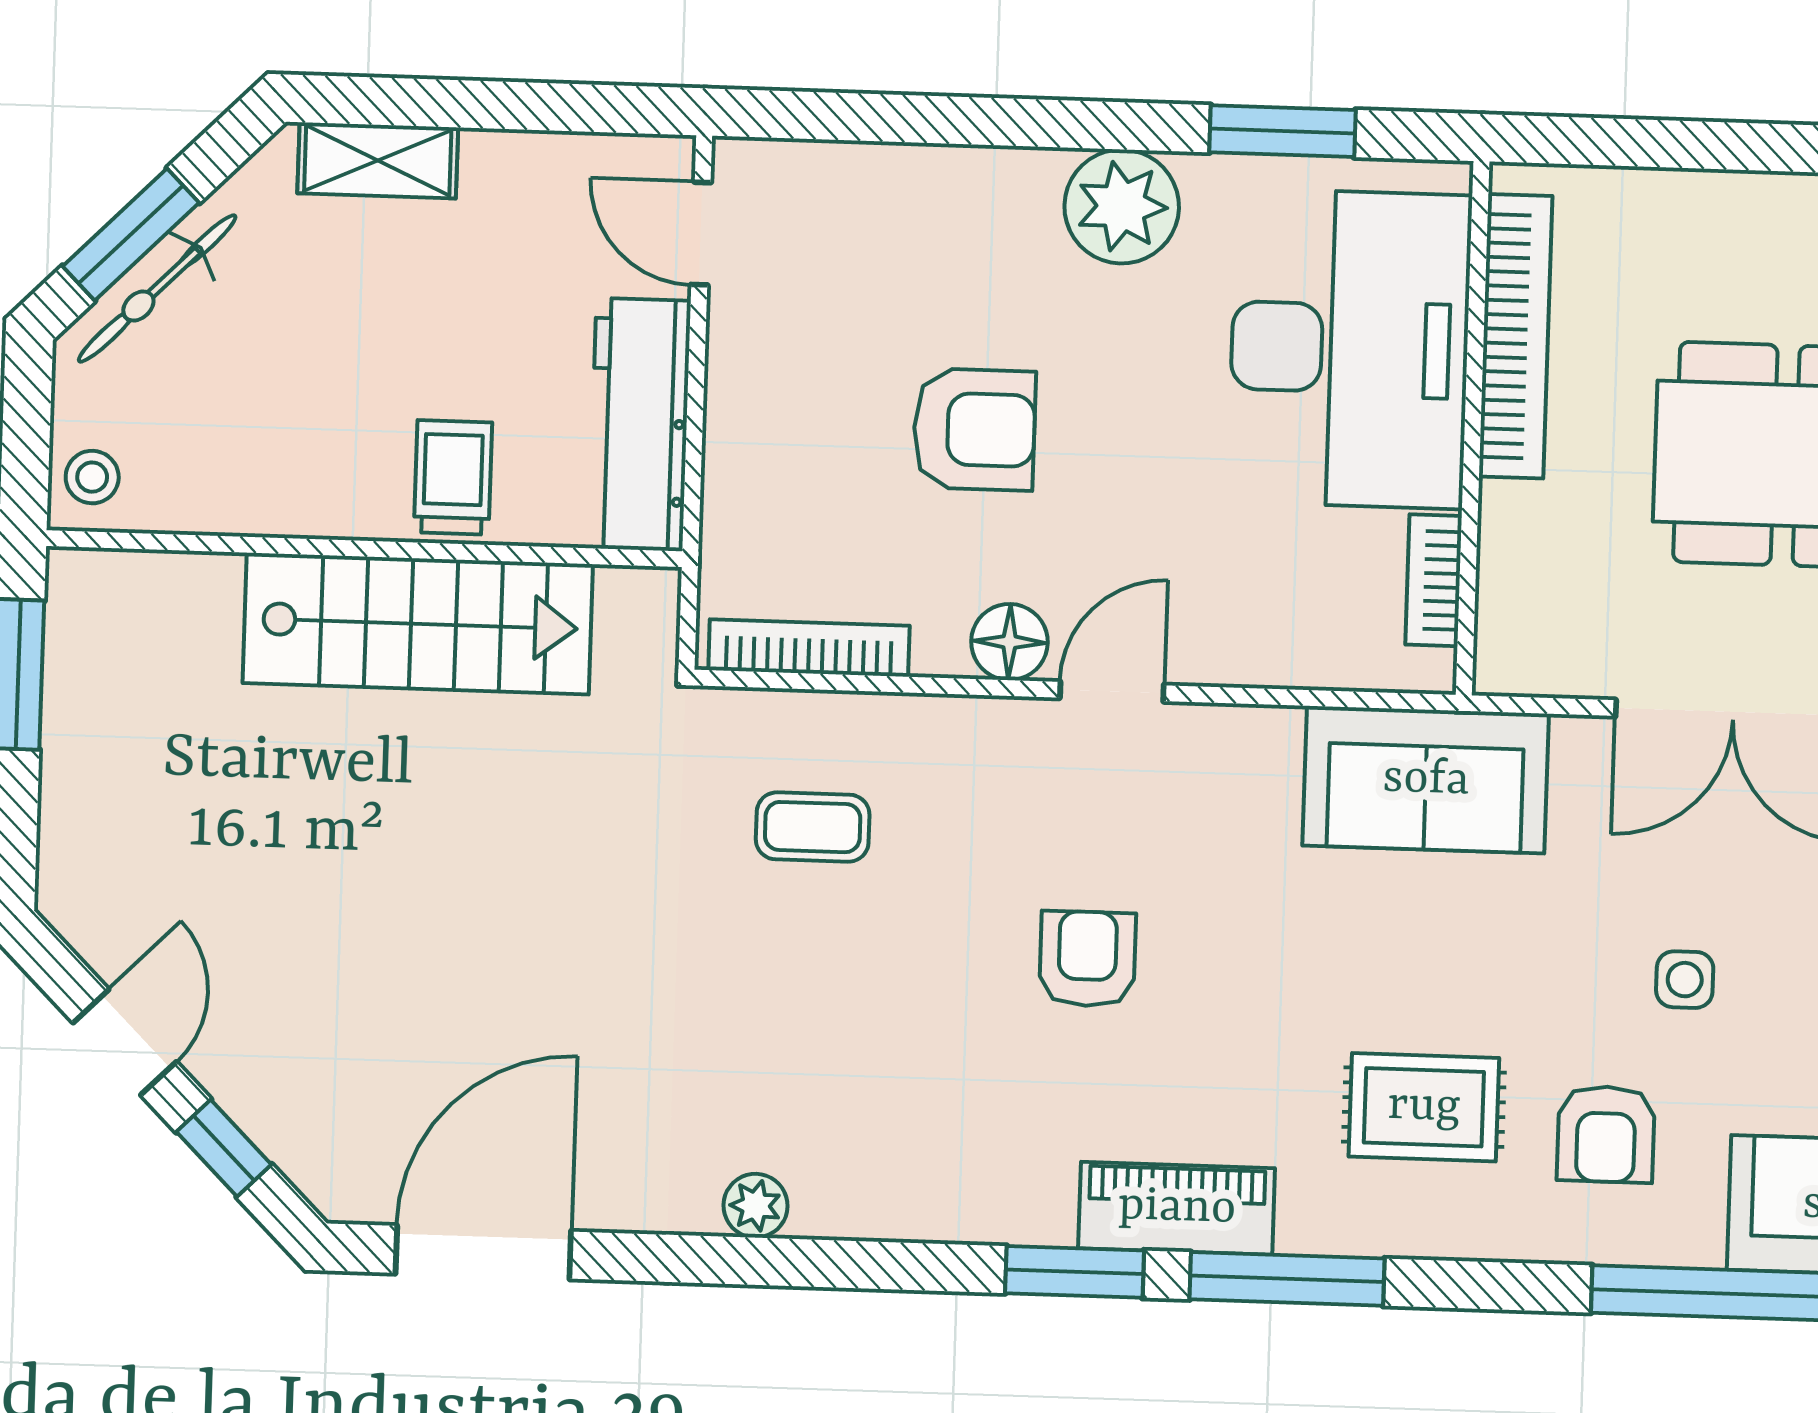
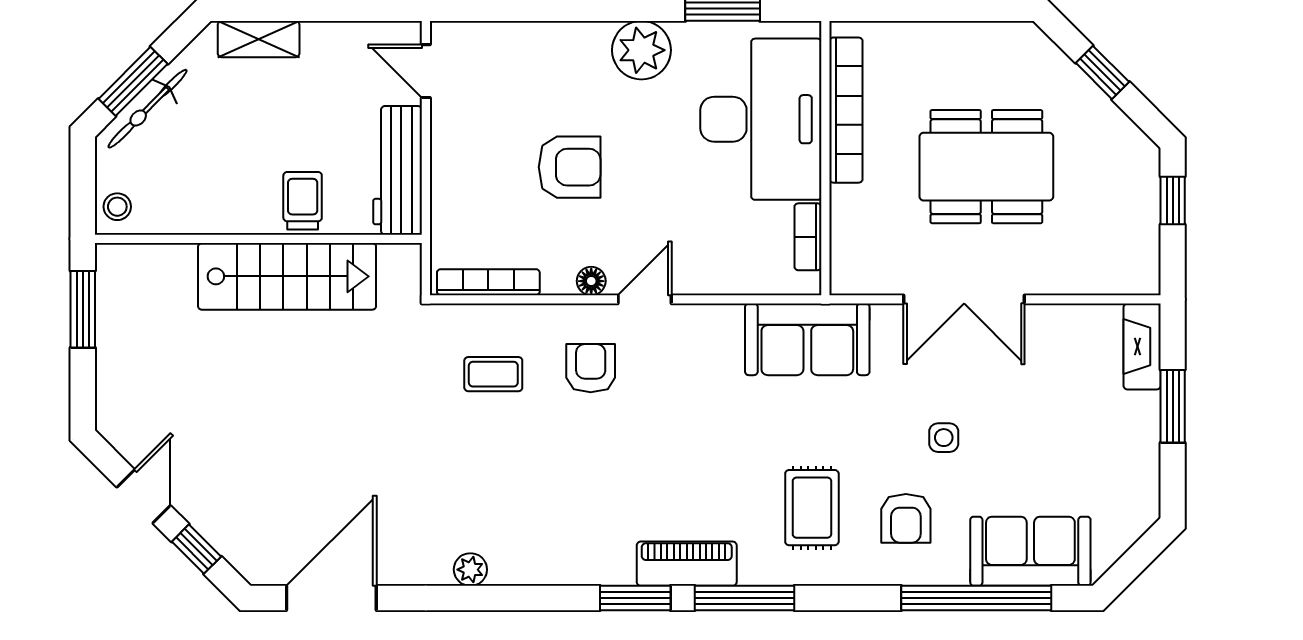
floor lamp: (1009, 642) -> (591, 281), width x0.73, depth x0.73
armchair: (1087, 959) -> (591, 368), moved
rug: (1424, 1107) -> (812, 508), turned 90

